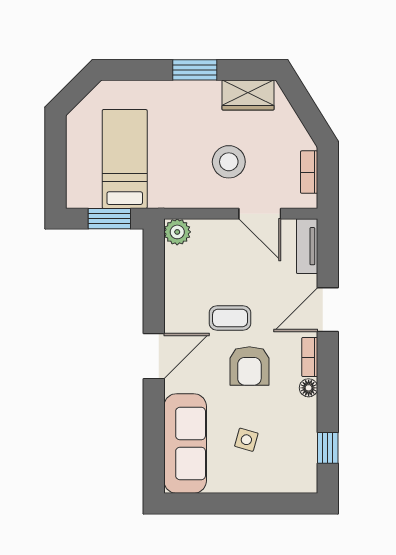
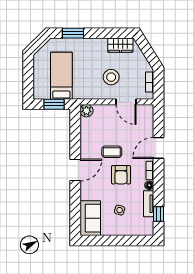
window: (195, 70) -> (73, 33), moved
tv unit: (307, 246) -> (149, 204), moved
sofa: (185, 443) -> (90, 218), width x0.73

